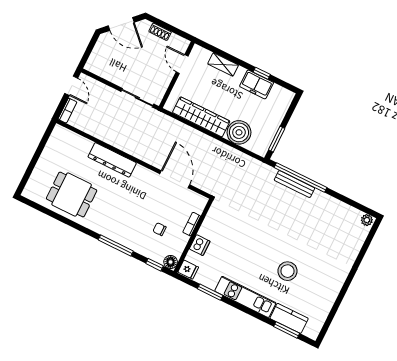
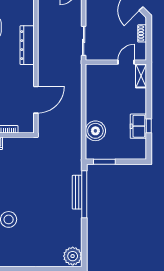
shelving: (223, 64) -> (141, 76), moved
wardrobe: (201, 117) -> (93, 96), removed
plant: (367, 220) -> (73, 256), width x1.87, depth x1.87

